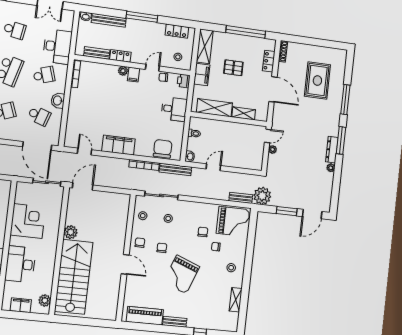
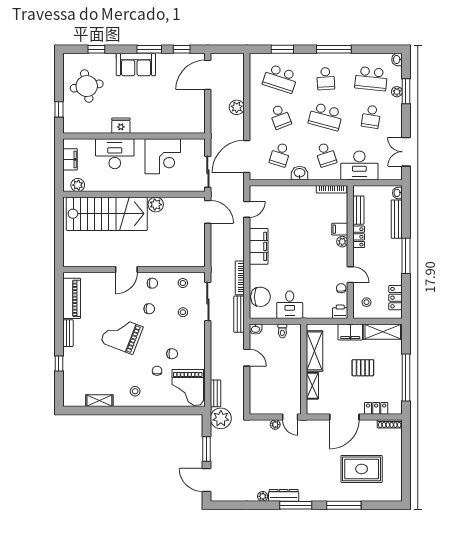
pallet: (233, 68) -> (363, 368), turned 90
filing cabinet: (134, 75) -> (340, 229), moved
desk: (174, 109) -> (290, 305), moved

